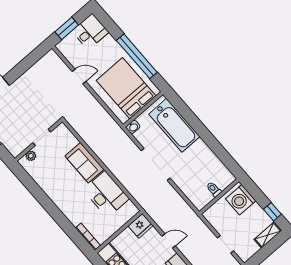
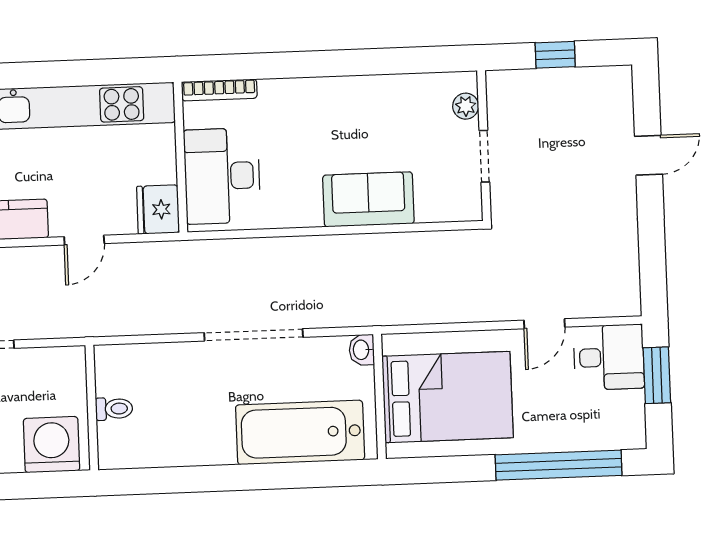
desk: (90, 32) -> (609, 357), moved, turned -90
window: (137, 56) -> (559, 465), moved
desk: (106, 194) -> (222, 176), moved, turned 90

